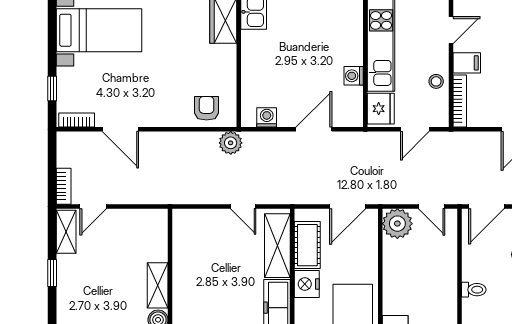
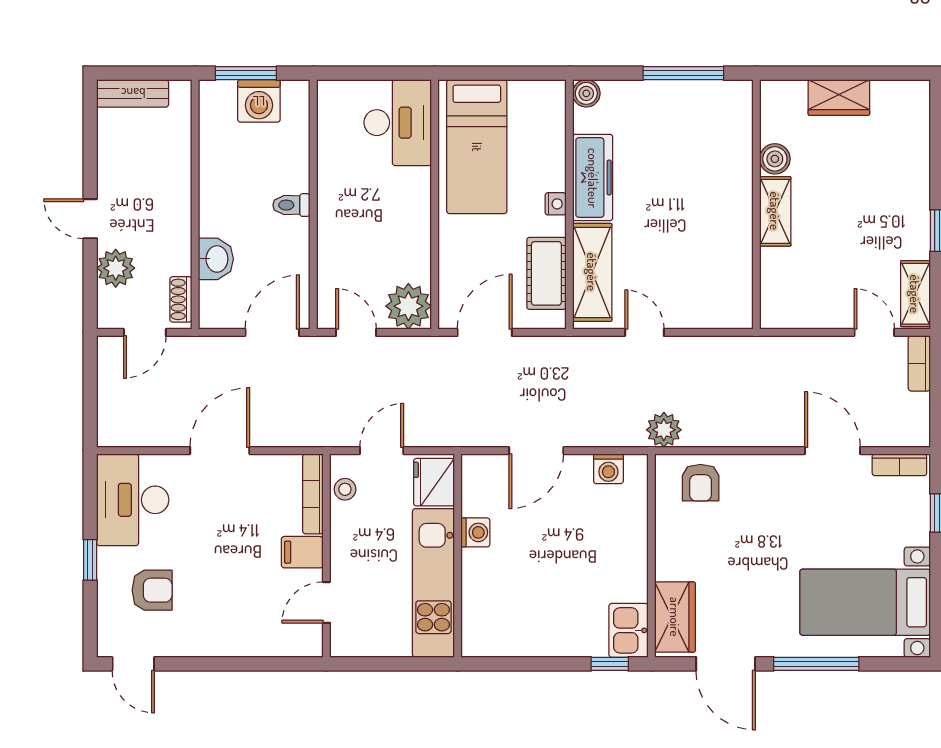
stool: (436, 81) -> (345, 489), moved
door: (93, 206) -> (874, 332), hinge flipped
nightstand: (307, 284) -> (556, 204), width x0.53, depth x0.56

